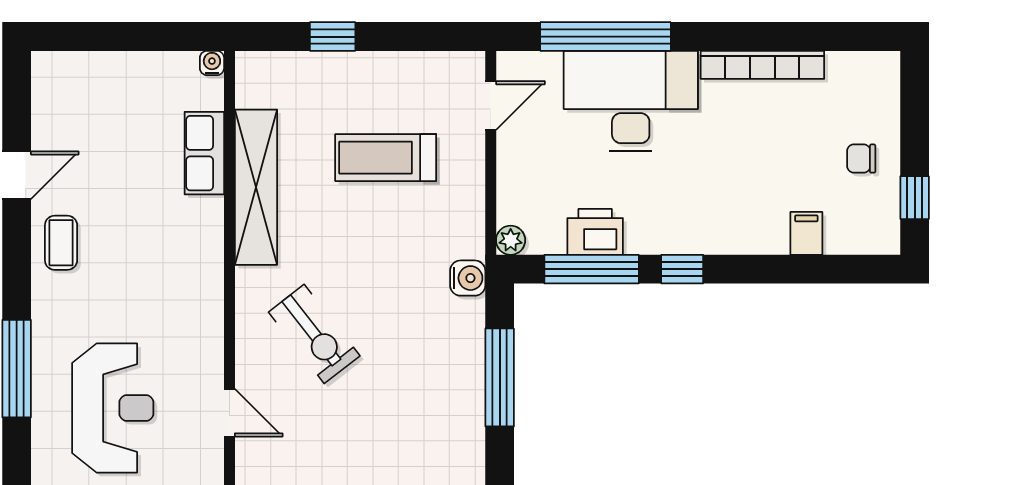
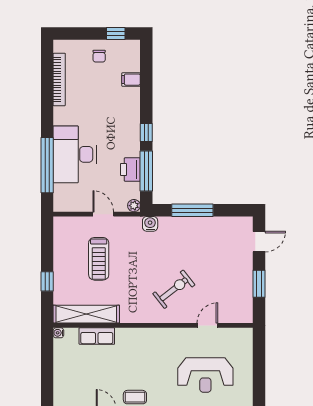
bookcase: (762, 65) -> (59, 79), moved
door: (491, 106) -> (103, 214), moved
shelving: (256, 187) -> (86, 314), moved
reception desk: (113, 408) -> (205, 375), turned 180

